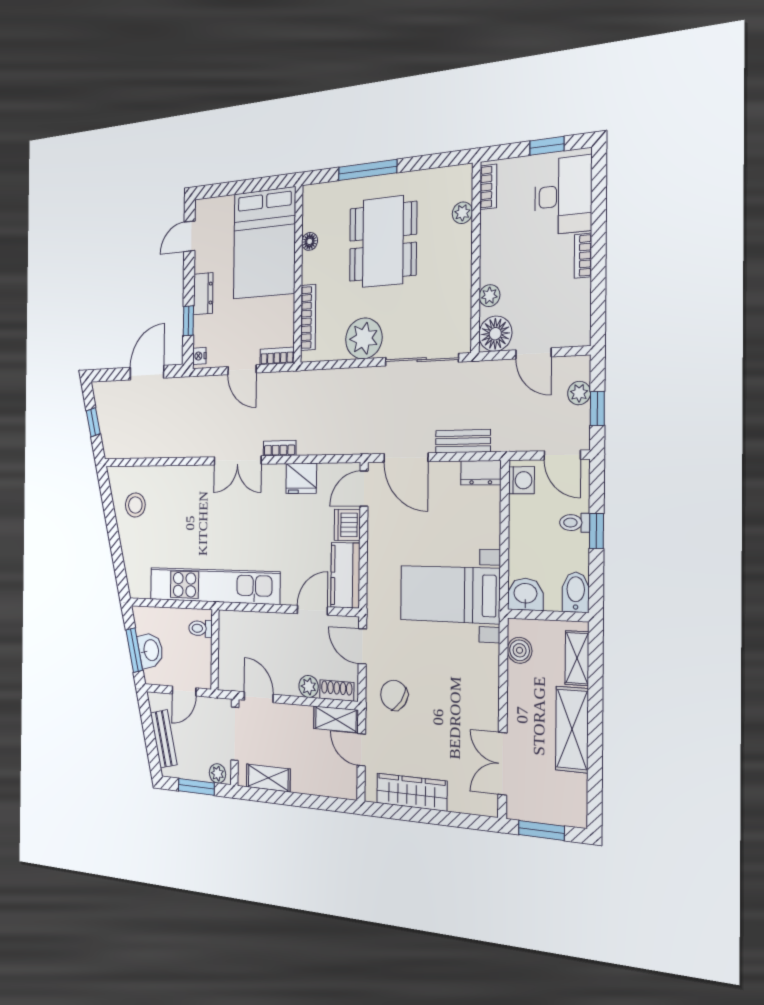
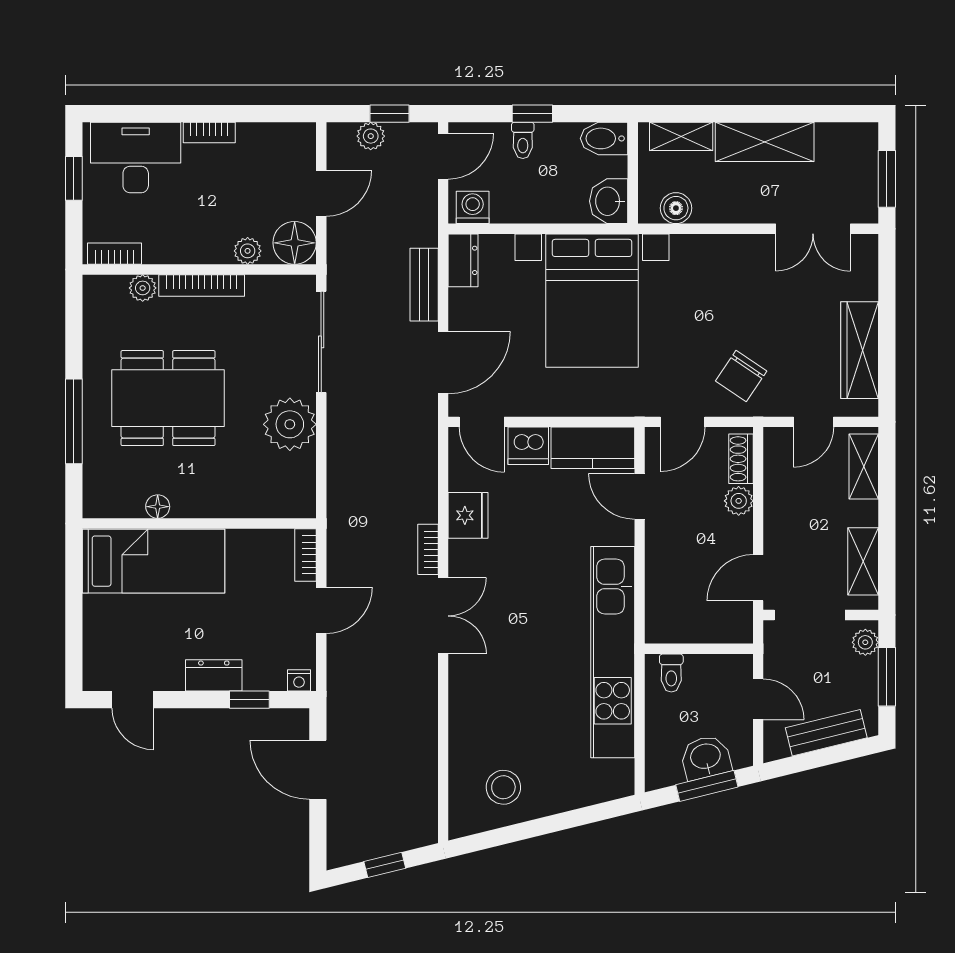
bed: (264, 243) -> (154, 561), width x0.67
bookcase: (308, 317) -> (202, 285), moved, turned 180
bed with nightstands: (450, 594) -> (592, 301), width x1.36
shelving: (336, 719) -> (864, 466), moved

